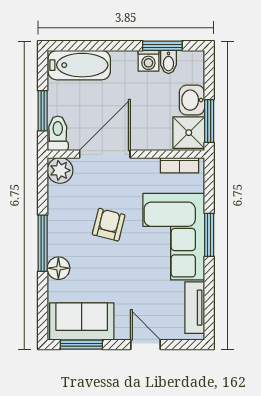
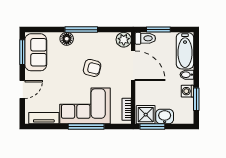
bidet: (168, 62) -> (187, 75), moved
window: (209, 235) -> (86, 126), width x1.44

